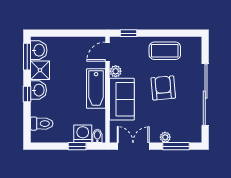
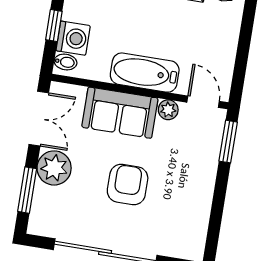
window: (129, 33) -> (228, 142), width x1.50
coffee table: (165, 51) -> (189, 197), removed
armchair: (163, 88) -> (128, 184), turned -85
plant: (165, 137) -> (54, 168), width x1.88, depth x1.88

